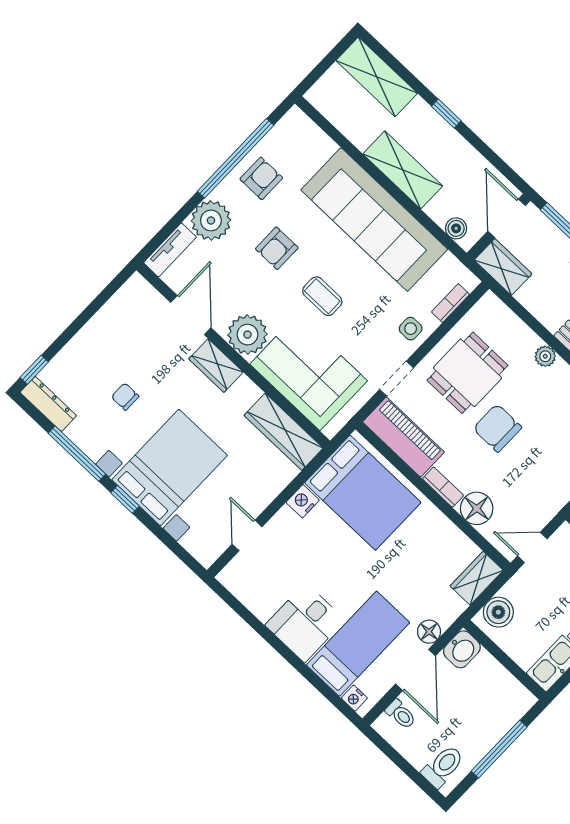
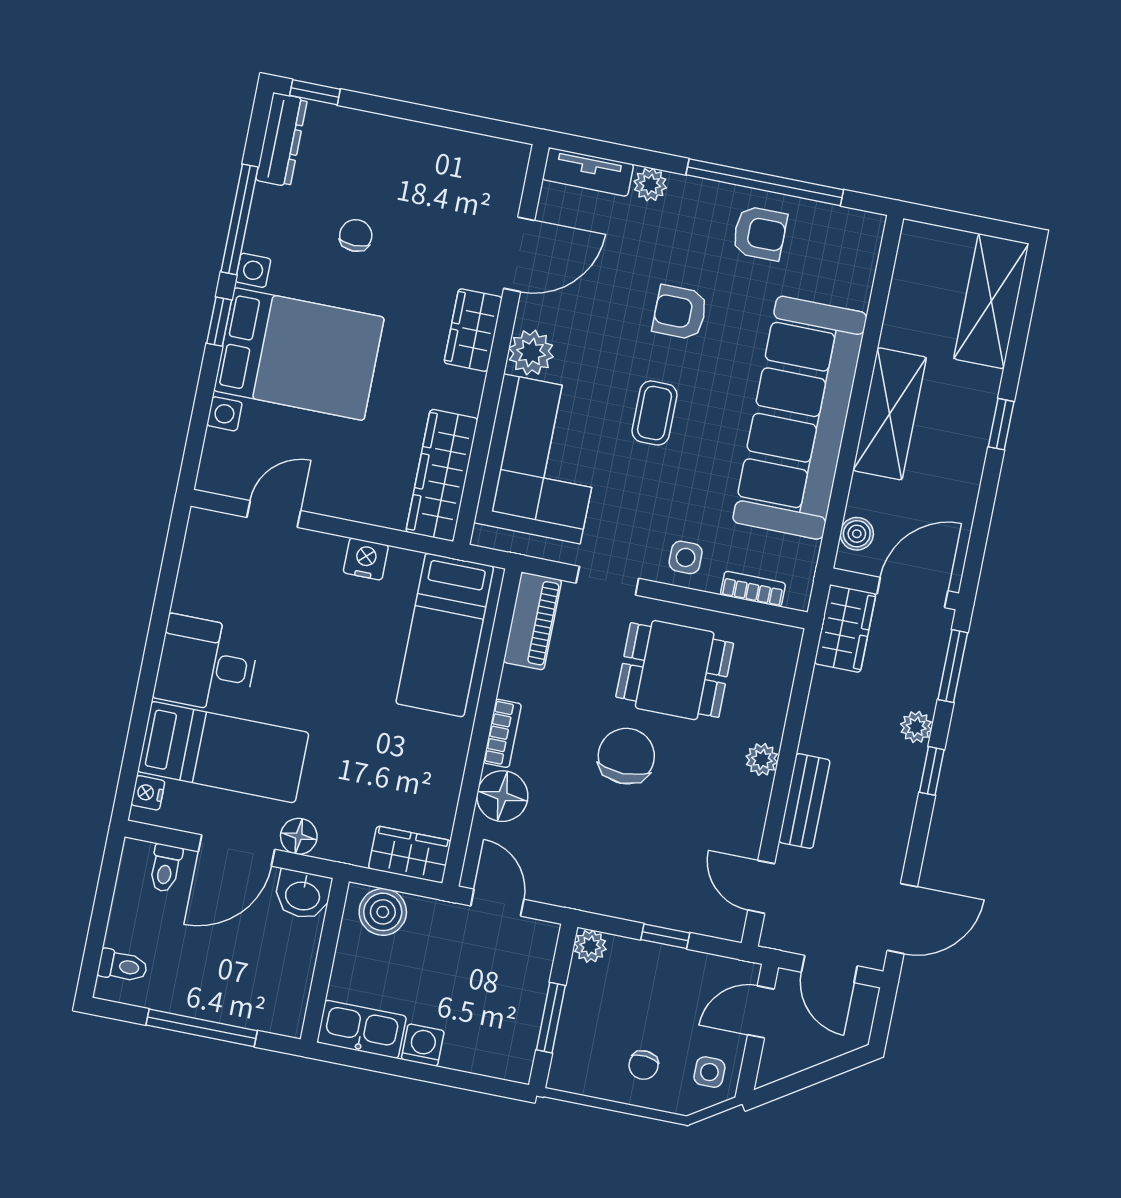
plant: (211, 220) -> (650, 184), width x0.53, depth x0.53
plant: (247, 335) -> (531, 352), width x0.73, depth x0.73
piano: (403, 437) -> (532, 621), width x0.73, depth x0.75
bed: (363, 493) -> (445, 635), width x0.67
toilet: (443, 766) -> (123, 966), width x0.73, depth x0.72

